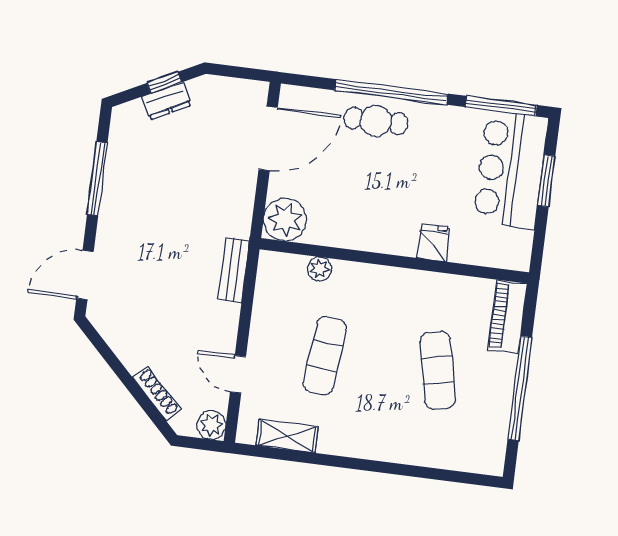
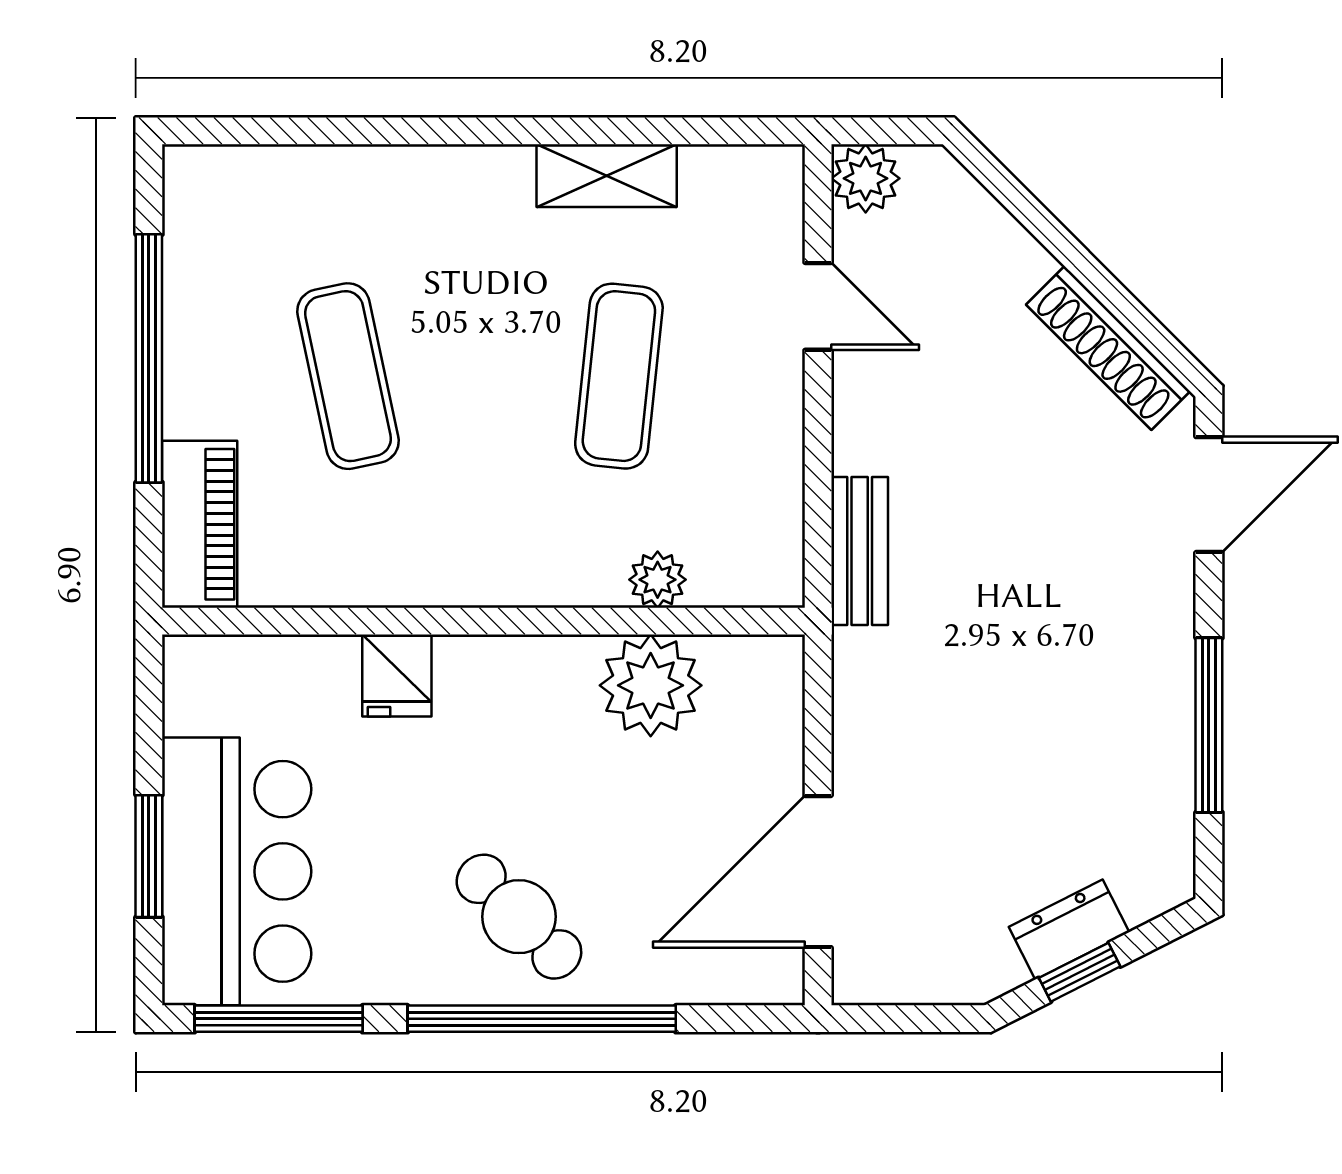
cafe table: (376, 121) -> (519, 917), moved, turned 45
plant: (285, 220) -> (651, 685), moved
shoe rack: (157, 394) -> (1108, 348), moved, width x1.36, depth x1.24
shelving: (287, 436) -> (607, 176), moved

